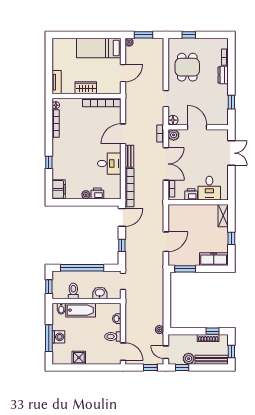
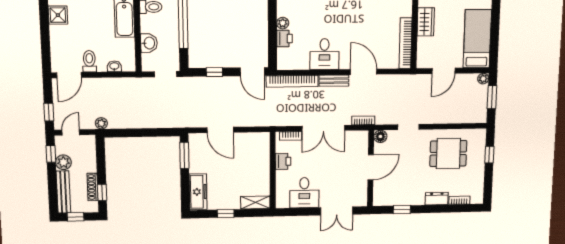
door: (123, 73) -> (443, 71), hinge flipped
plant: (174, 135) -> (361, 138), removed
desk: (209, 188) -> (304, 193), moved, turned -90

